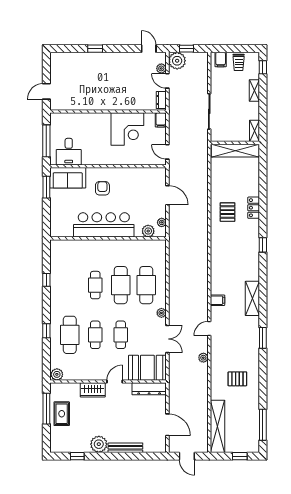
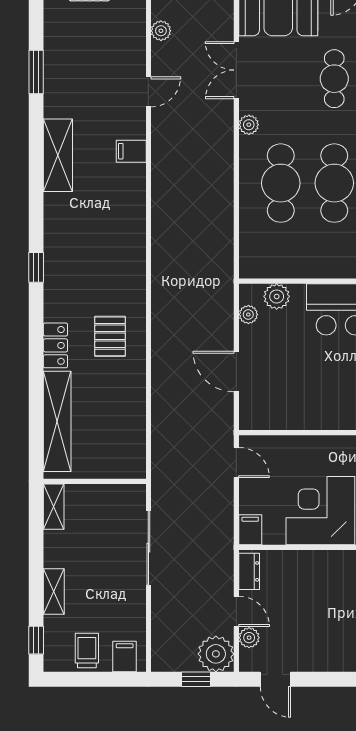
shelving: (235, 151) -> (57, 421), moved, turned 90

